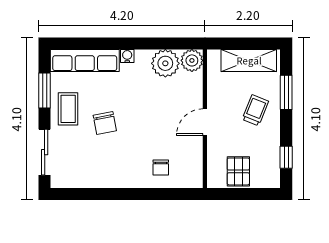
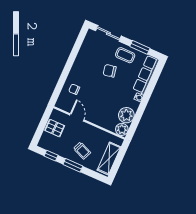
window: (286, 92) -> (73, 165), moved
door: (205, 122) -> (77, 117), moved

